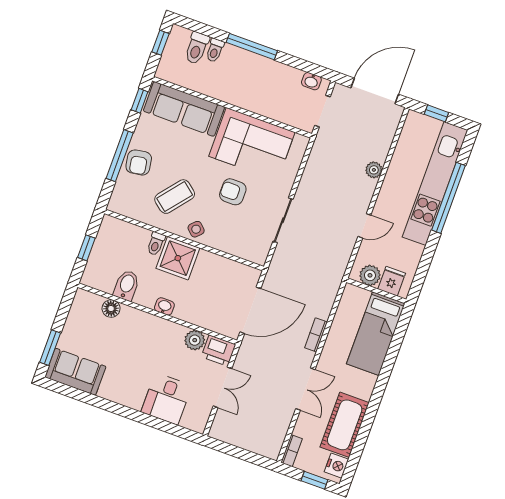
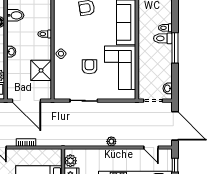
toilet: (197, 48) -> (163, 38), moved
plant: (374, 170) -> (111, 141), moved
coffee table: (175, 197) -> (75, 35), removed
door: (364, 226) -> (151, 148), moved
shower: (178, 258) -> (41, 70), moved
bidet: (127, 285) -> (15, 15), moved

